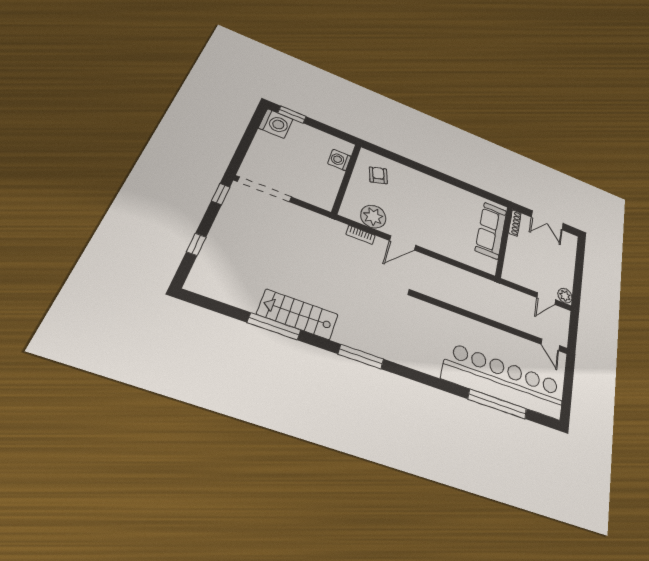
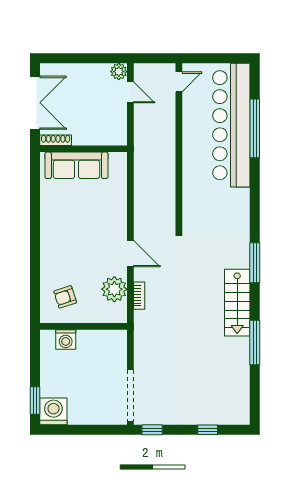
double door: (547, 220) -> (35, 103), width x1.37
stairs: (298, 314) -> (237, 303), moved

